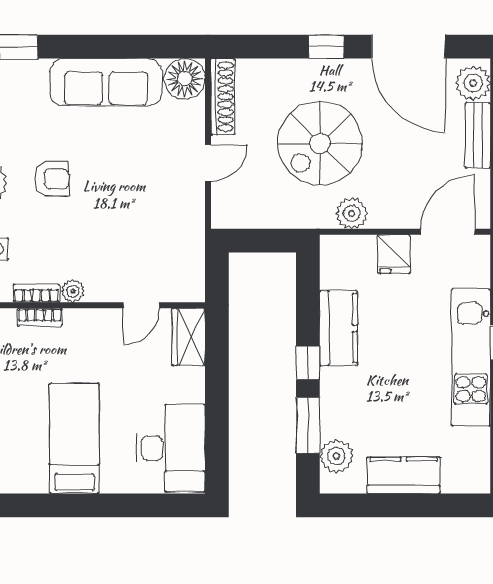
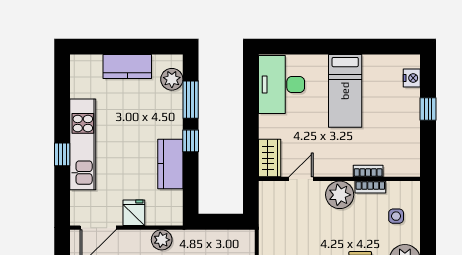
plant: (73, 291) -> (340, 195), width x1.88, depth x1.88

